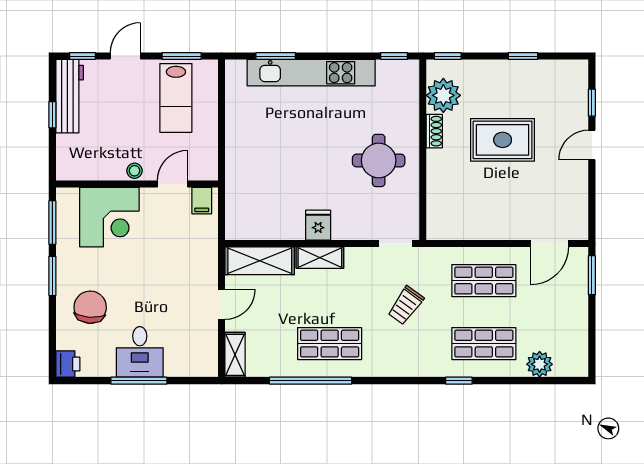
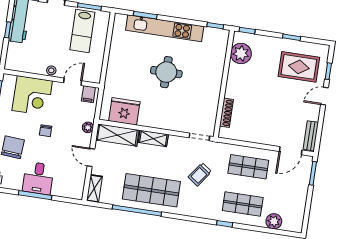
shoe rack: (434, 131) -> (226, 113), moved, width x1.43
rug: (503, 140) -> (299, 67), moved
round table: (379, 160) -> (166, 72), moved
bench: (579, 214) -> (311, 136), added
fridge: (318, 225) -> (124, 111), moved, width x1.88, depth x1.34
plant: (209, 256) -> (88, 127), added
chair: (140, 272) -> (46, 131), added
door: (222, 304) -> (91, 157), swing flipped
shop shelf: (330, 344) -> (151, 190), width x1.43, depth x1.36

